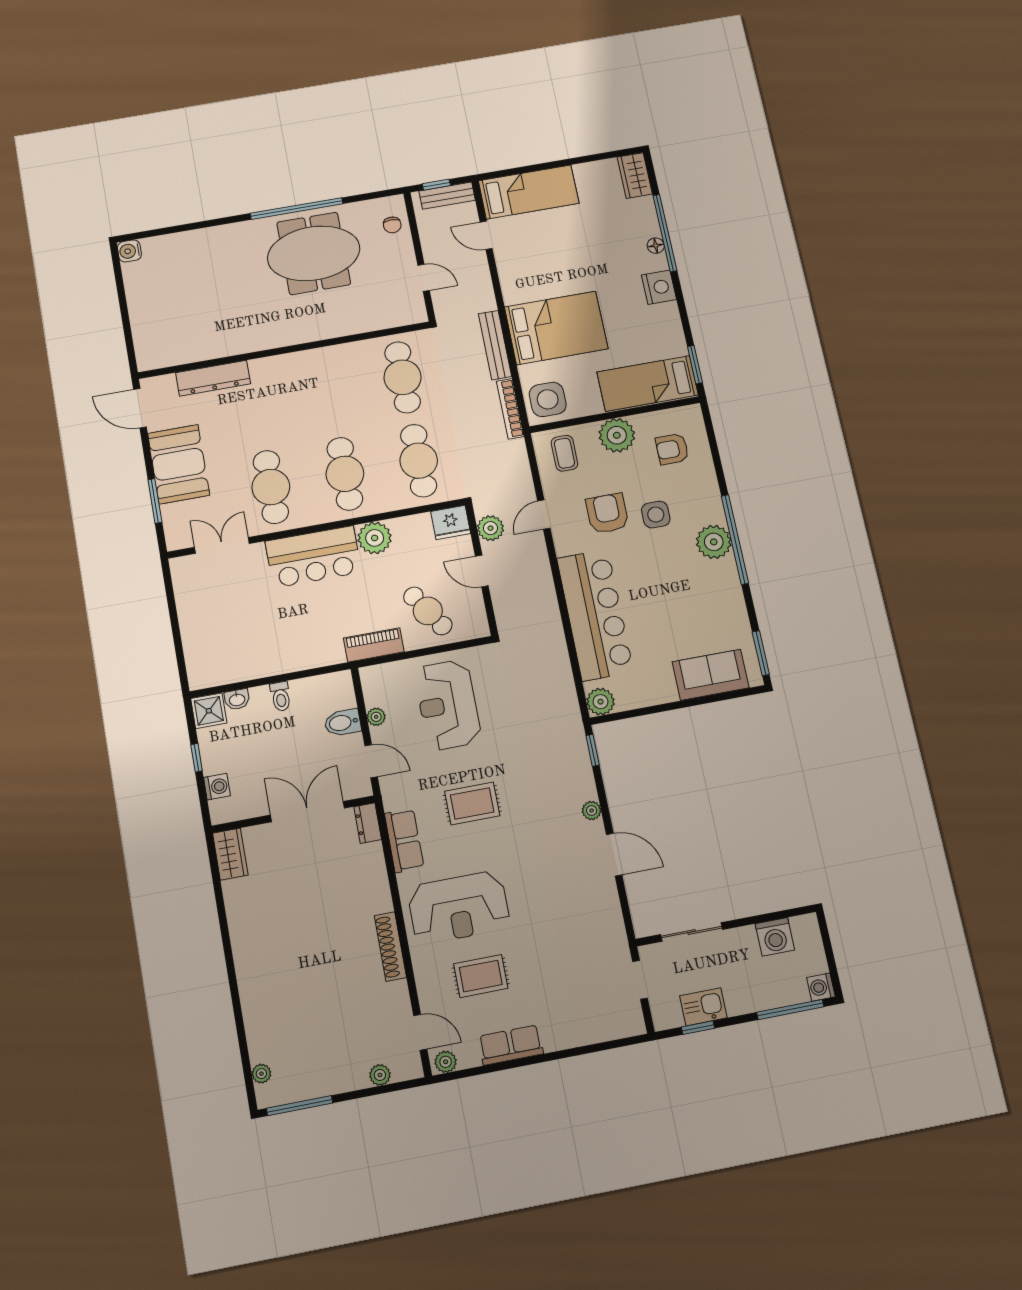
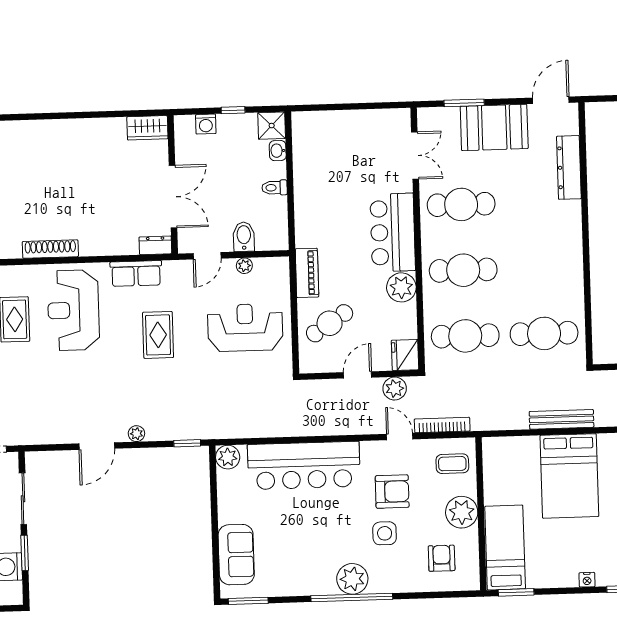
nightstand: (659, 287) -> (587, 580), width x0.53, depth x0.56
side table: (548, 399) -> (504, 457), removed
bookcase: (510, 409) -> (442, 425), moved
window: (755, 920) -> (25, 553), added

